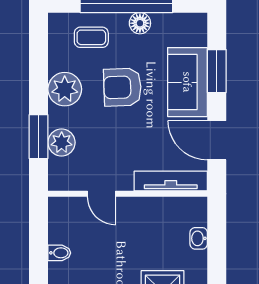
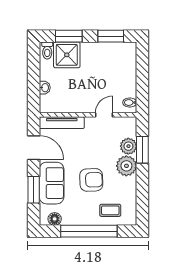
floor lamp: (140, 23) -> (55, 219), moved
plant: (65, 89) -> (126, 166), moved
door: (102, 194) -> (104, 115), hinge flipped
bidet: (59, 253) -> (130, 103), moved

